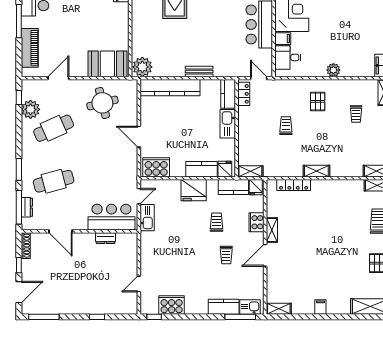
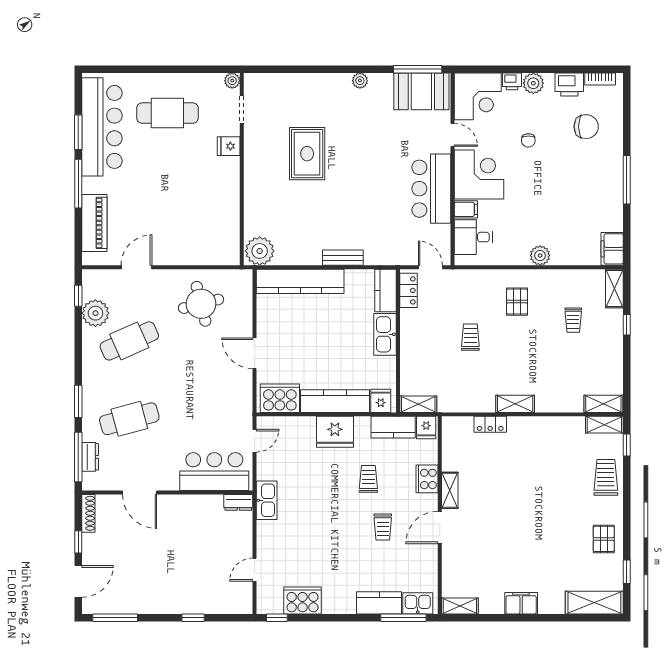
booth: (107, 64) -> (208, 246), removed
kitchen counter: (202, 169) -> (335, 401), width x1.50
locker: (294, 185) -> (490, 424), width x0.66
kitchen sink: (147, 218) -> (267, 500), moved
dresser: (106, 238) -> (238, 502), moved
filing cabinet: (320, 307) -> (521, 603), width x2.00

